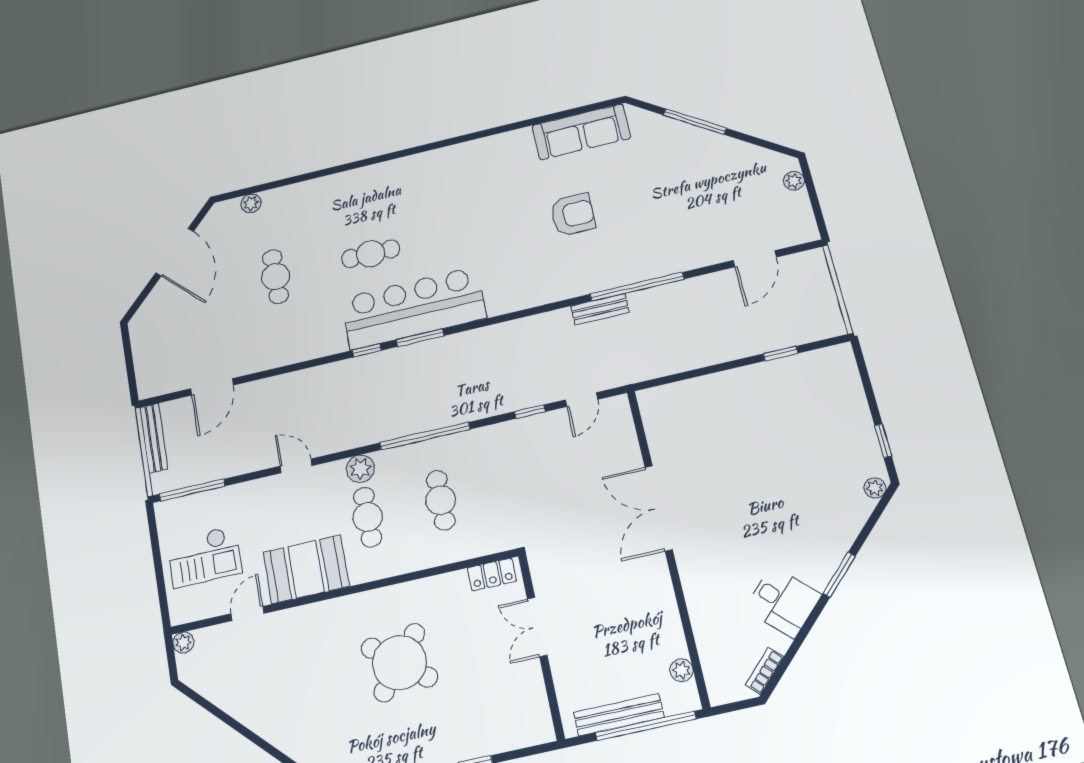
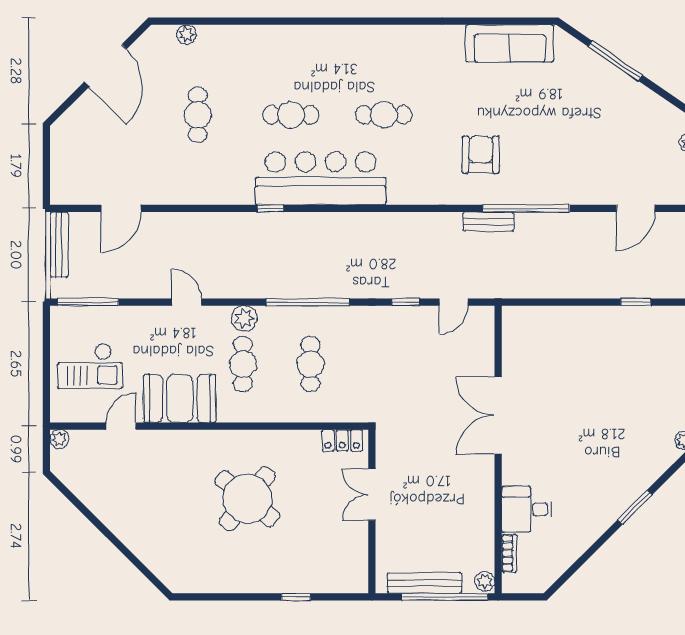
armchair: (573, 215) -> (481, 155), moved, turned -90
cafe table: (467, 231) -> (384, 115), added
window: (420, 338) -> (321, 208), removed
desk: (783, 602) -> (527, 509), moved, turned 135
plant: (681, 670) -> (485, 581), moved
bookcase: (765, 671) -> (509, 553), moved, turned 135

